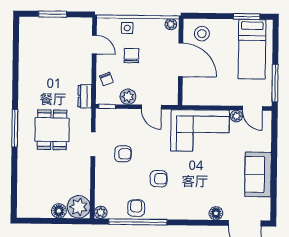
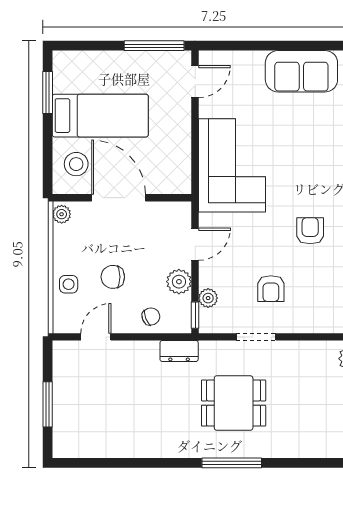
bed: (252, 49) -> (100, 116), moved
door: (181, 60) -> (119, 198), hinge flipped
plant: (236, 116) -> (208, 298), moved
armchair: (123, 154) -> (271, 289), turned 180

